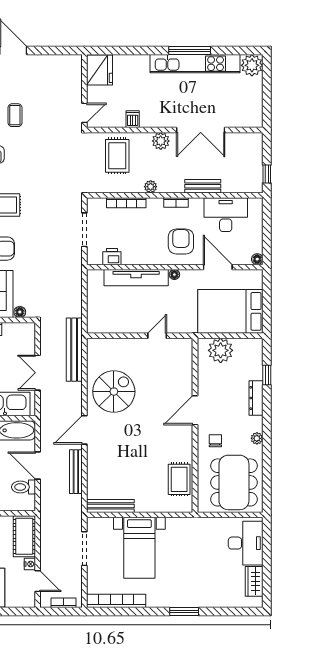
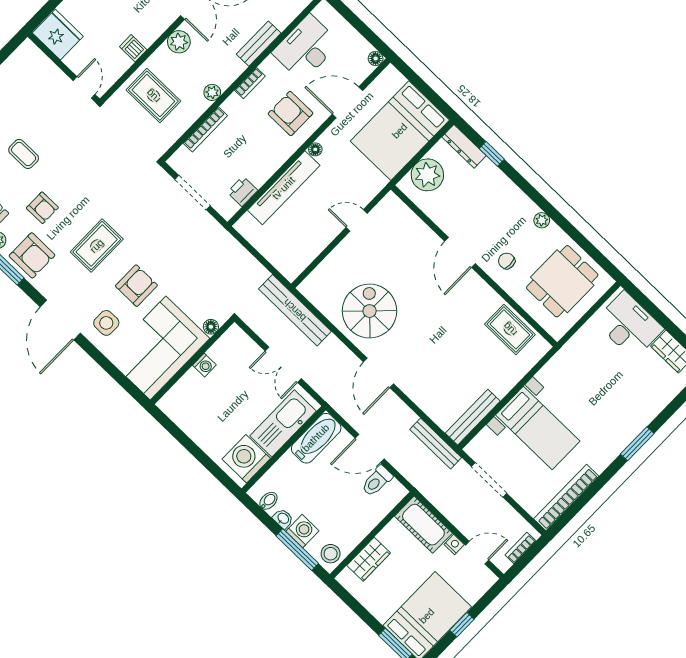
door: (157, 336) -> (357, 220), hinge flipped
dresser: (256, 398) -> (464, 146), moved
bench: (76, 472) -> (436, 444), moved
dining table: (234, 482) -> (562, 281), width x0.73

